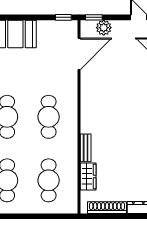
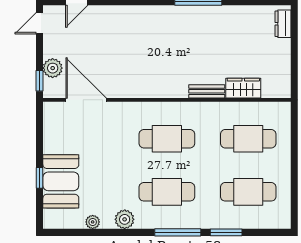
window: (63, 17) -> (40, 178), moved
shoe rack: (107, 208) -> (283, 64), removed

